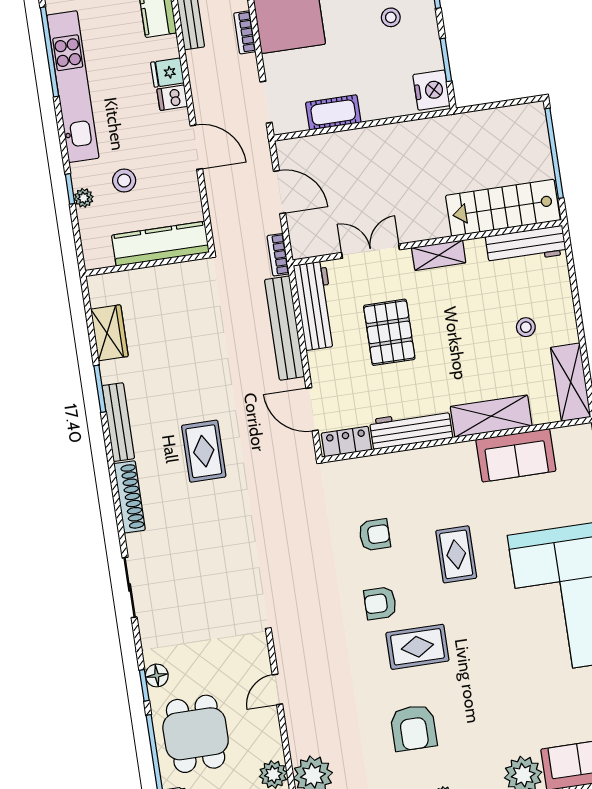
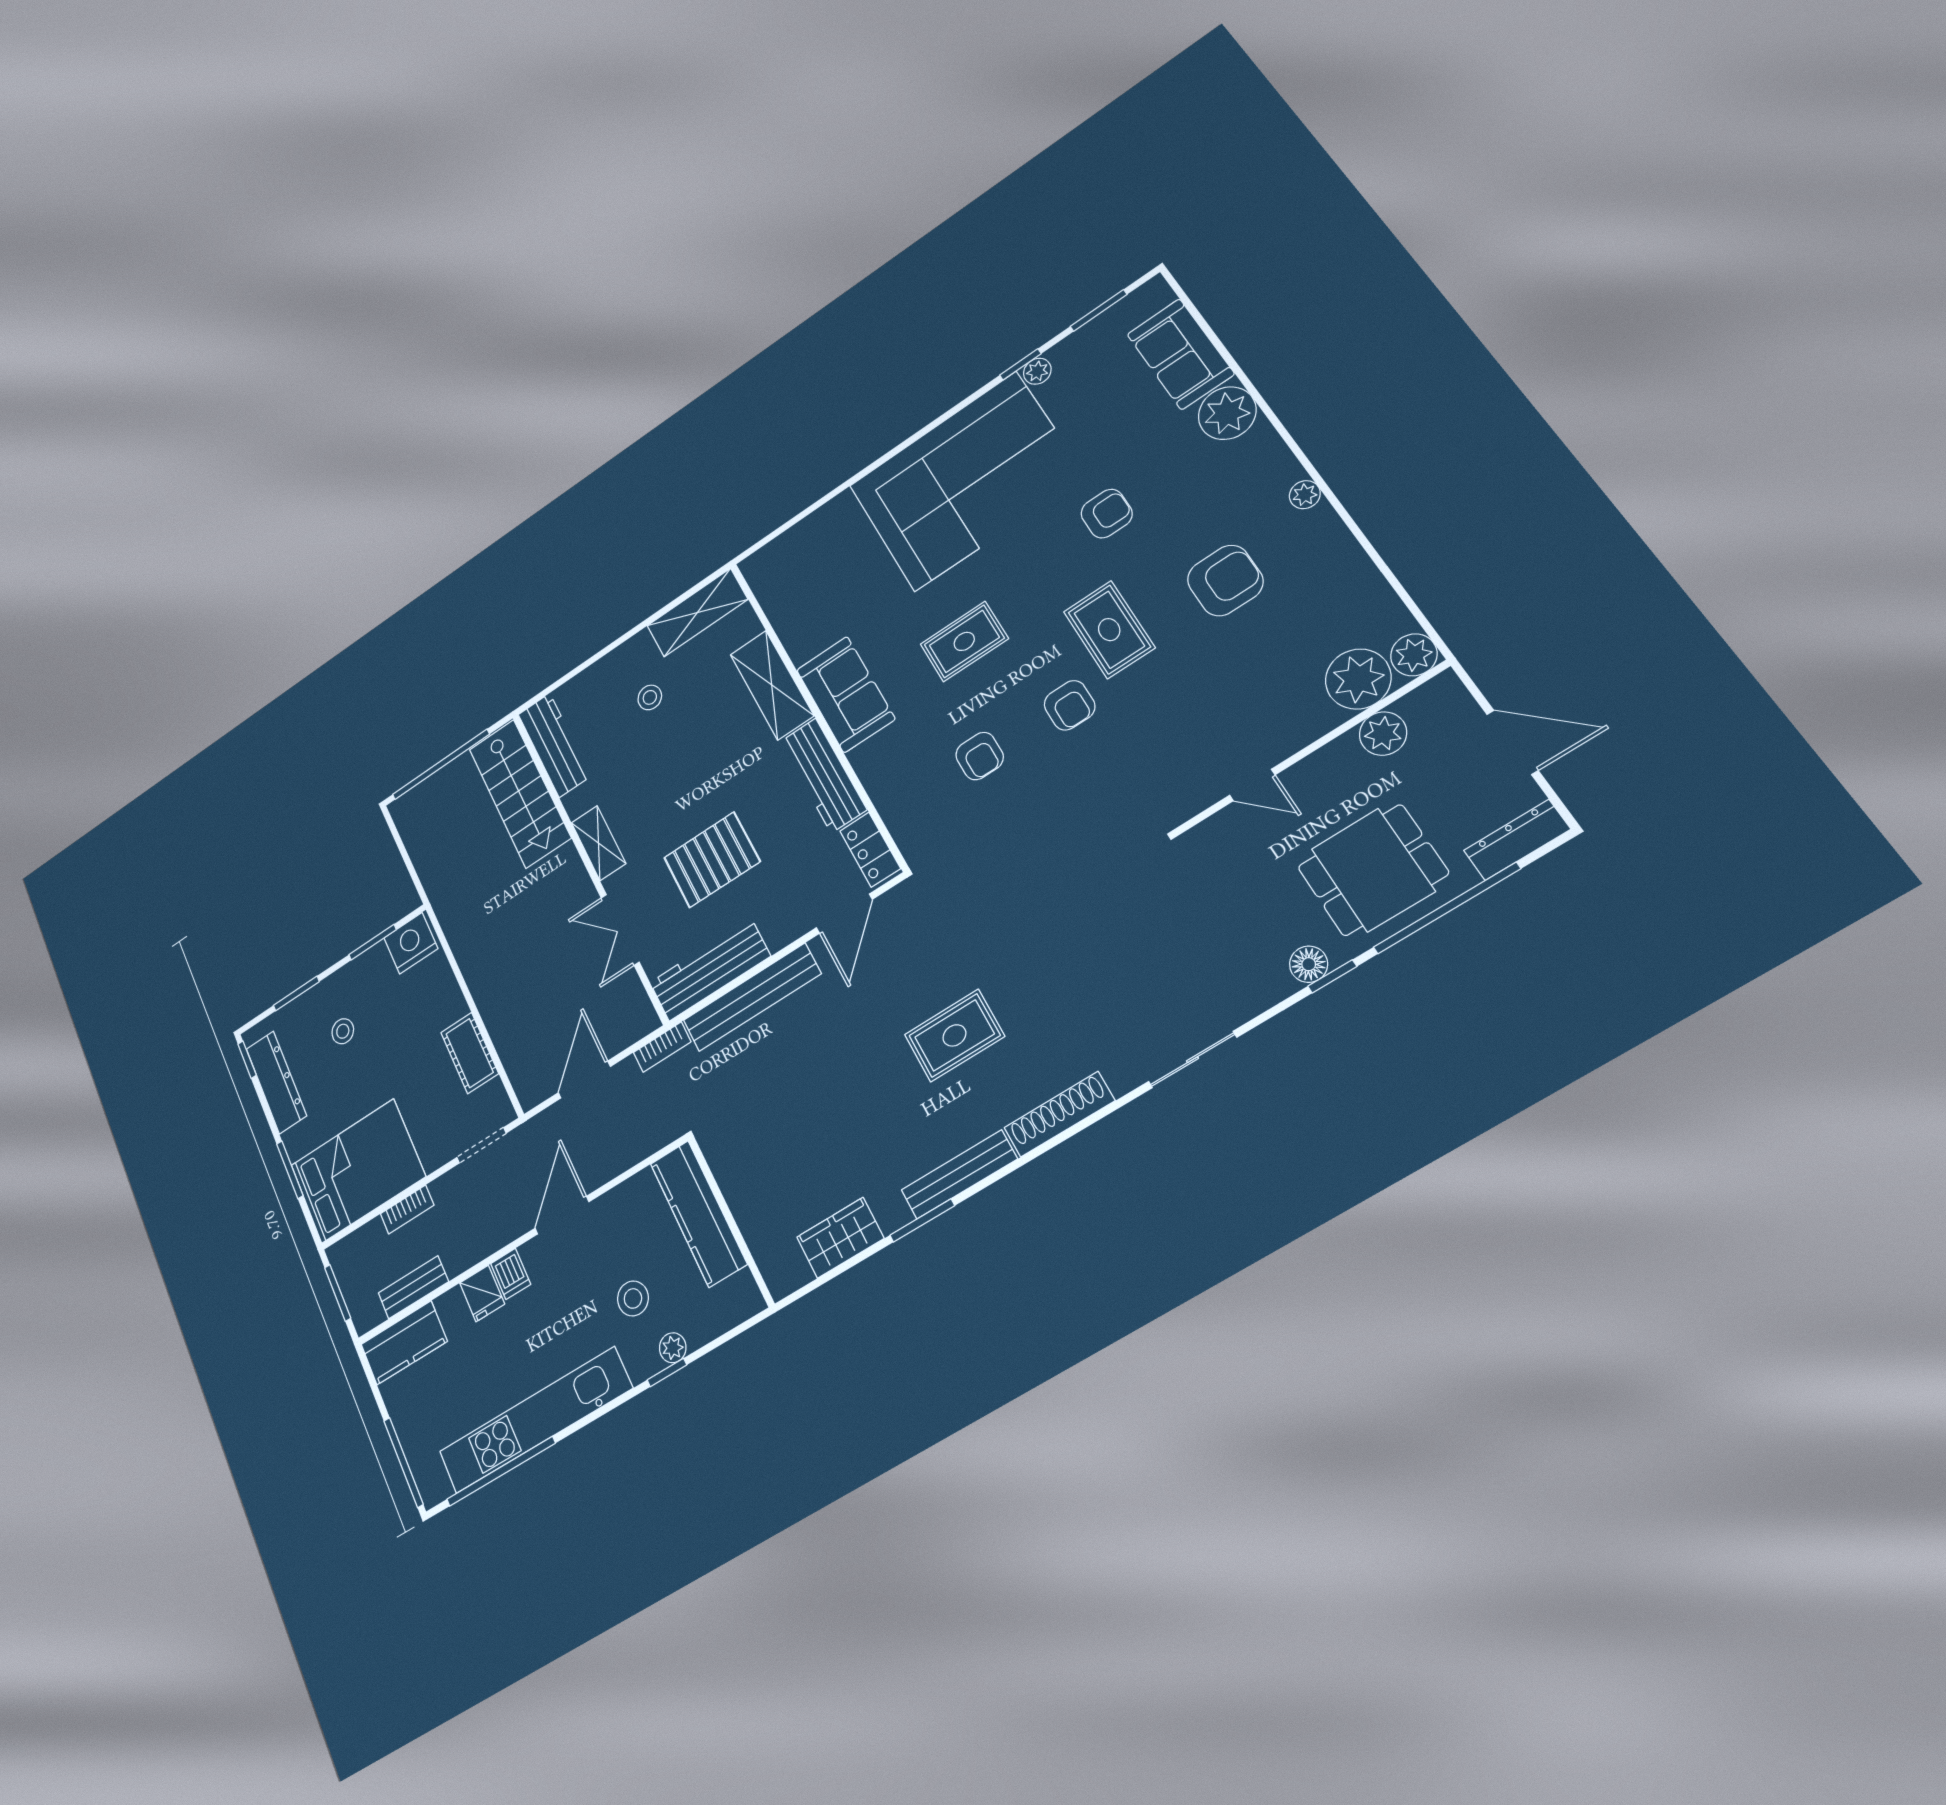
sofa: (516, 455) -> (846, 694), moved
armchair: (375, 535) -> (980, 756), turned 180
armchair: (496, 676) -> (1107, 514), added

